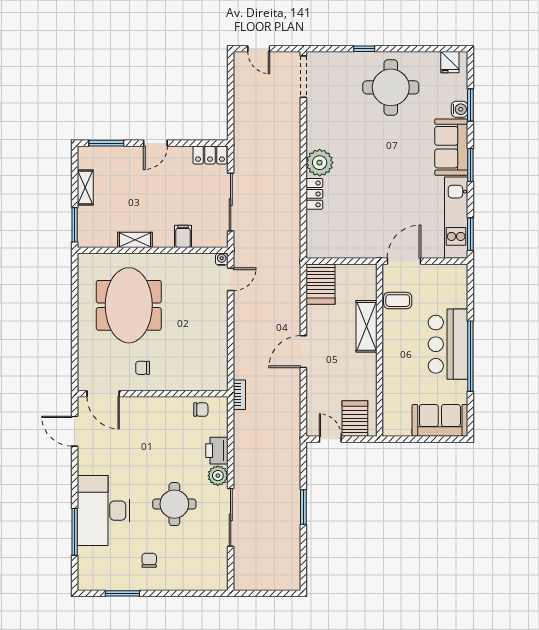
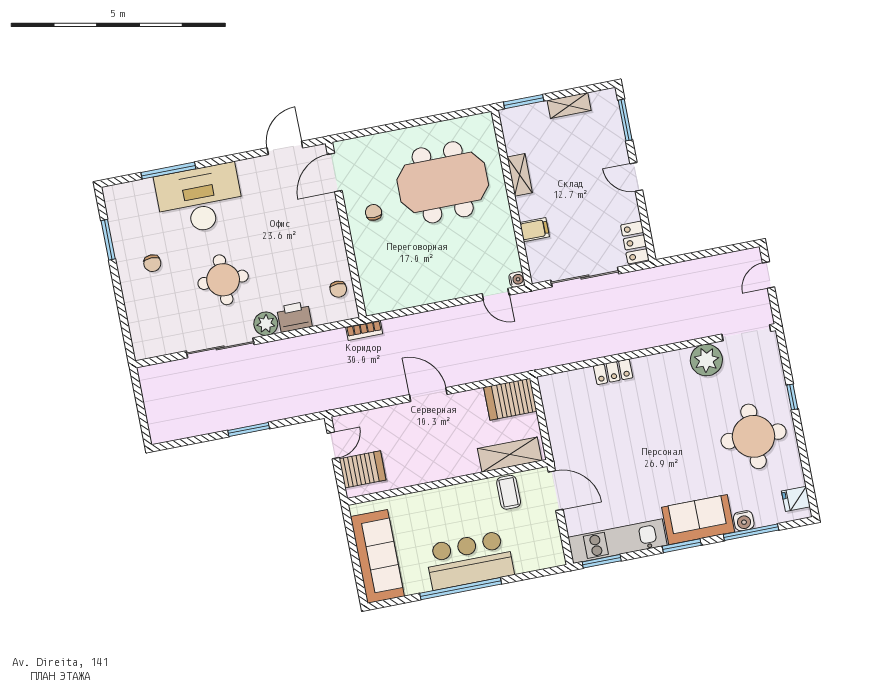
window: (470, 105) -> (751, 532), width x1.44
plant: (320, 163) -> (706, 360), moved
shelving: (366, 326) -> (510, 455), moved
sofa: (440, 420) -> (377, 556), width x1.36
chair: (149, 560) -> (152, 263), turned 90

